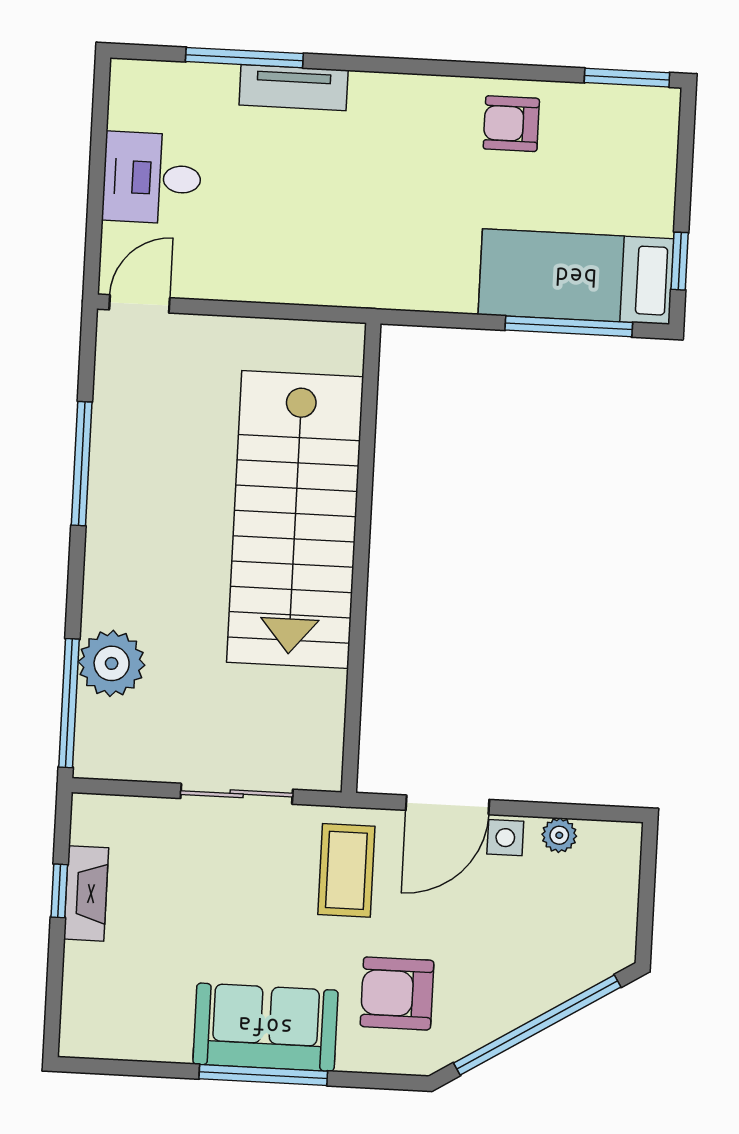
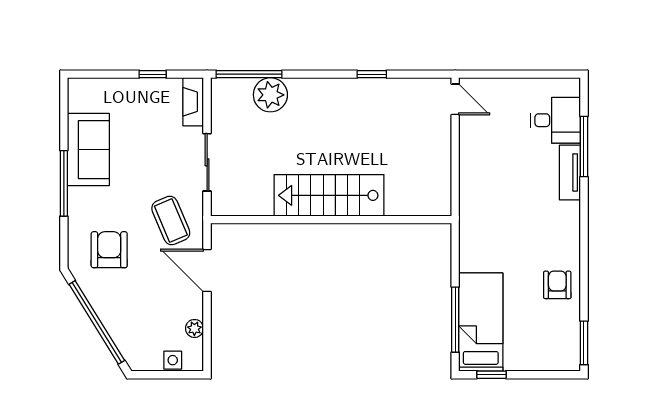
desk: (152, 178) -> (556, 120), moved, turned 90
window: (82, 464) -> (372, 74), width x0.46
stairs: (295, 519) -> (329, 195), width x0.73, depth x0.66
side table: (505, 838) -> (173, 360), moved
coffee table: (346, 870) -> (171, 220), turned 67
fireplace: (86, 893) -> (193, 102), moved, turned 90
sofa: (265, 1027) -> (88, 150), moved

